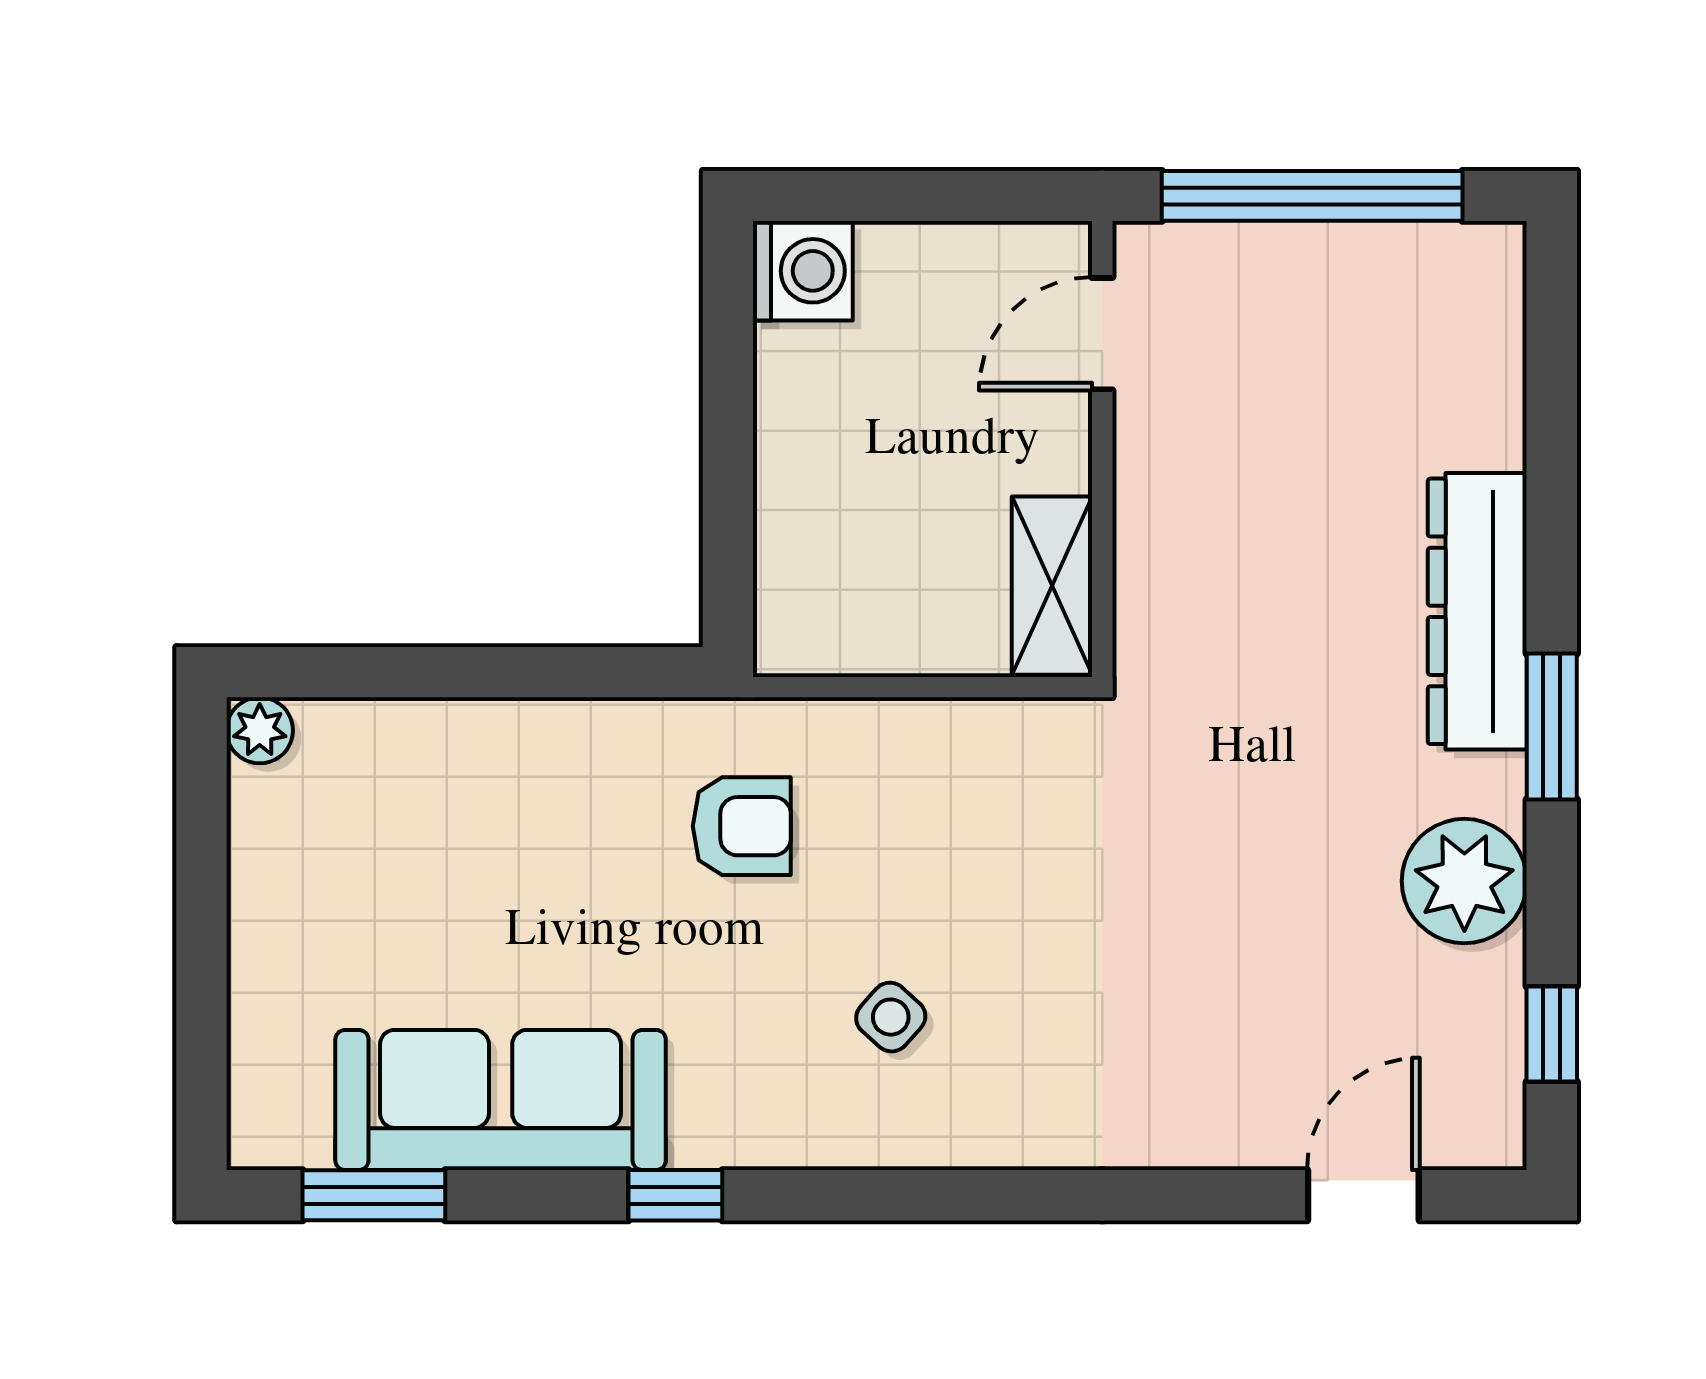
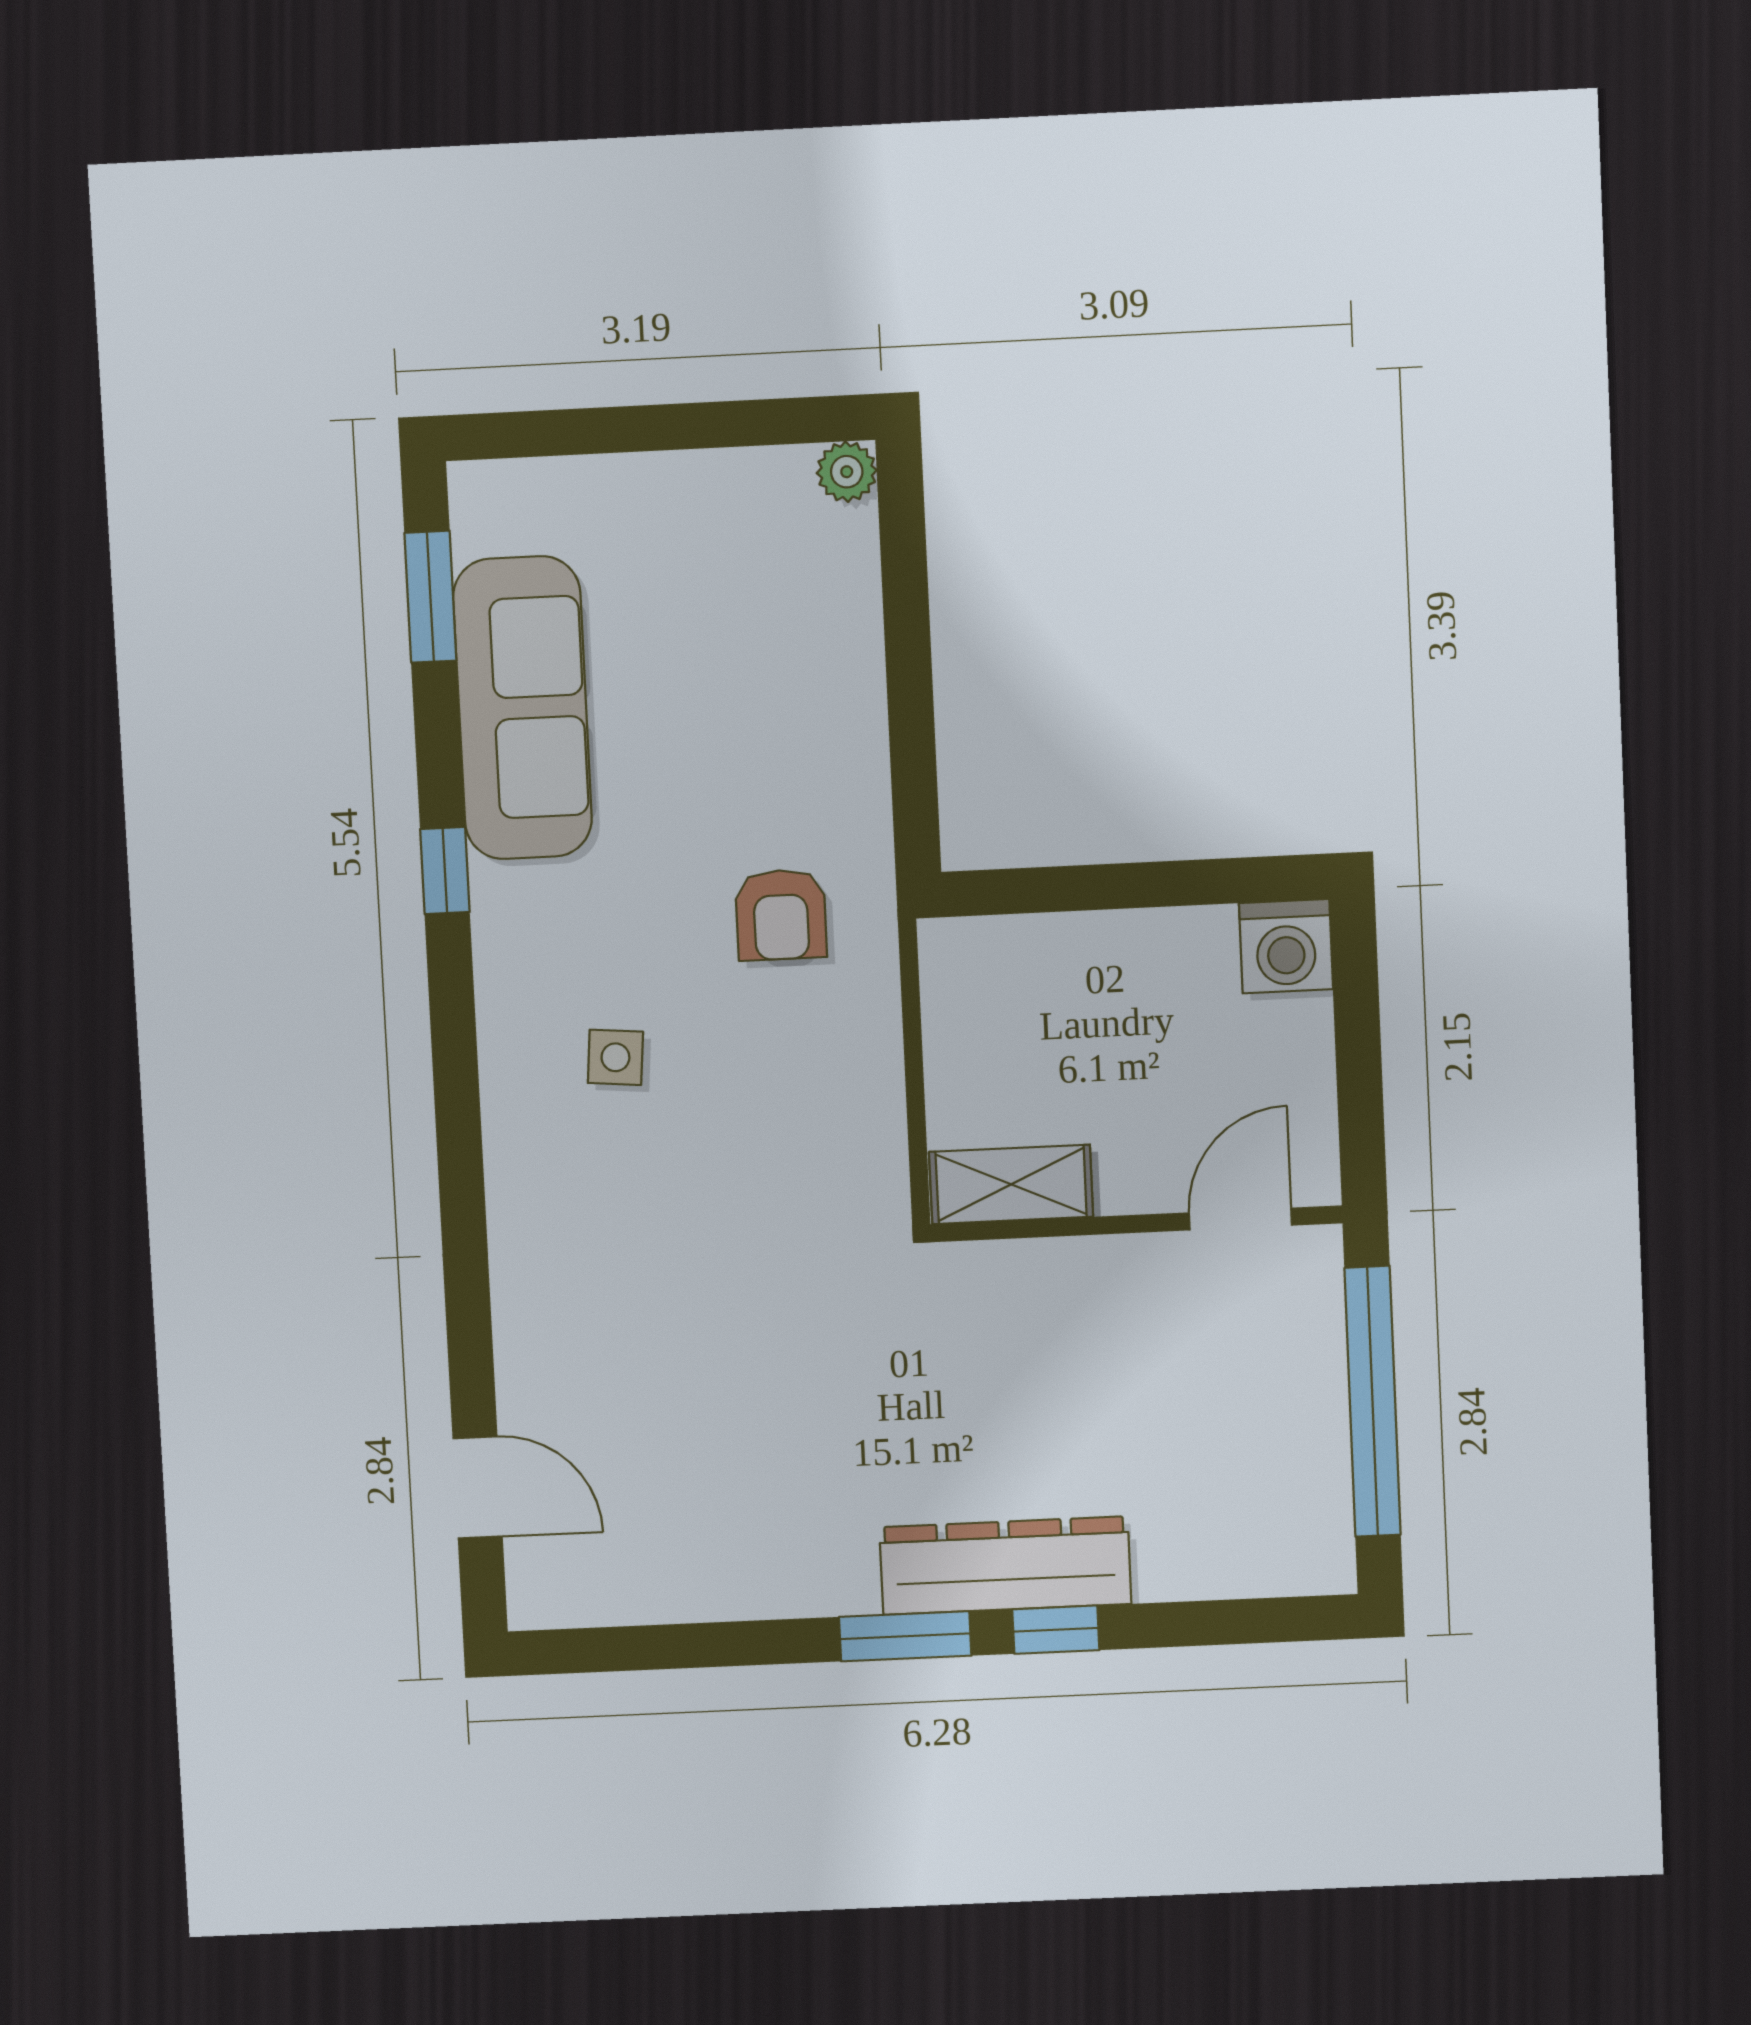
door: (1102, 334) -> (1240, 1219), hinge flipped
plant: (1464, 881) -> (763, 1565), removed
side table: (891, 1017) -> (615, 1057), turned -37
window: (1552, 1034) -> (1056, 1630), moved

